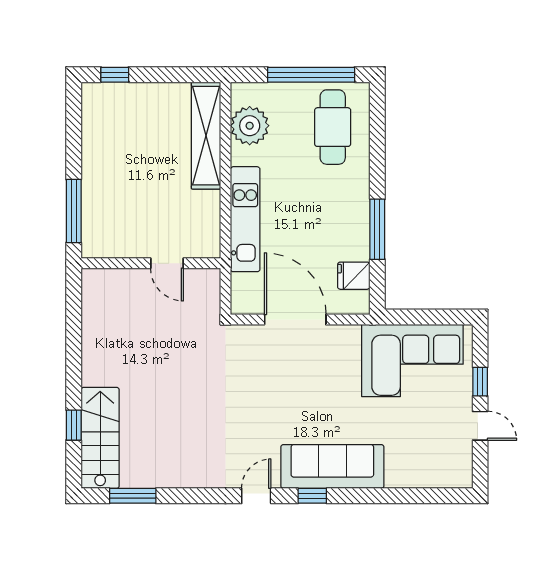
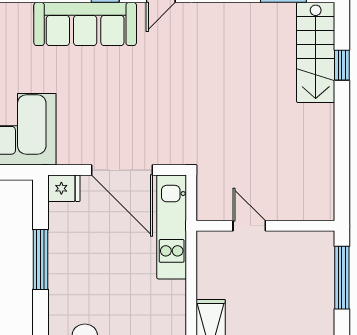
kitchen unit: (245, 219) -> (172, 227), moved
fridge: (354, 276) -> (64, 188), moved

